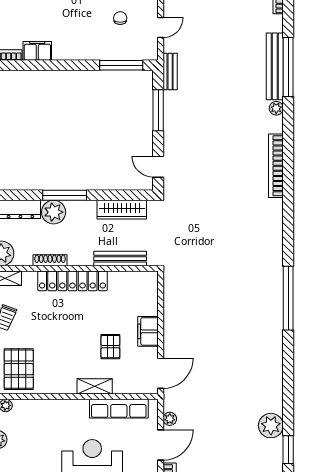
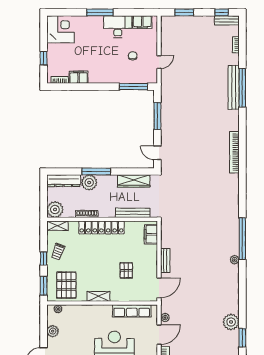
bench: (170, 72) -> (165, 261), moved
plant: (276, 108) -> (235, 260), moved
filing cabinet: (148, 331) -> (151, 234), moved
shelving: (95, 386) -> (98, 296), moved

